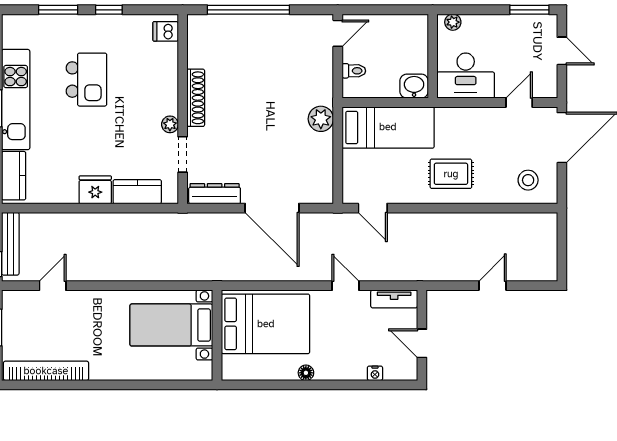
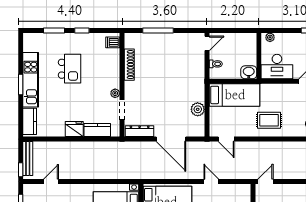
window: (248, 10) -> (158, 31), width x0.68
shoe rack: (196, 98) -> (129, 65), moved
plant: (321, 119) -> (198, 109), moved
door: (493, 286) -> (265, 182), moved
tv unit: (394, 299) -> (238, 189), removed

